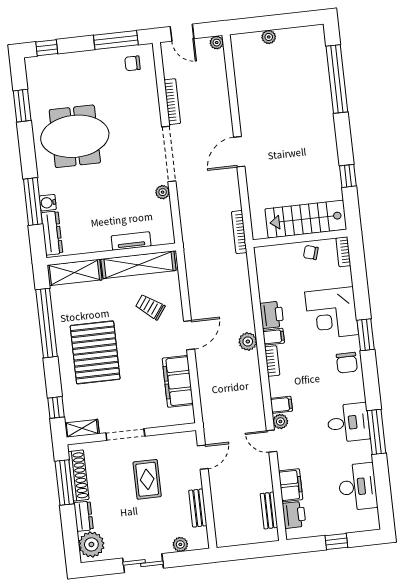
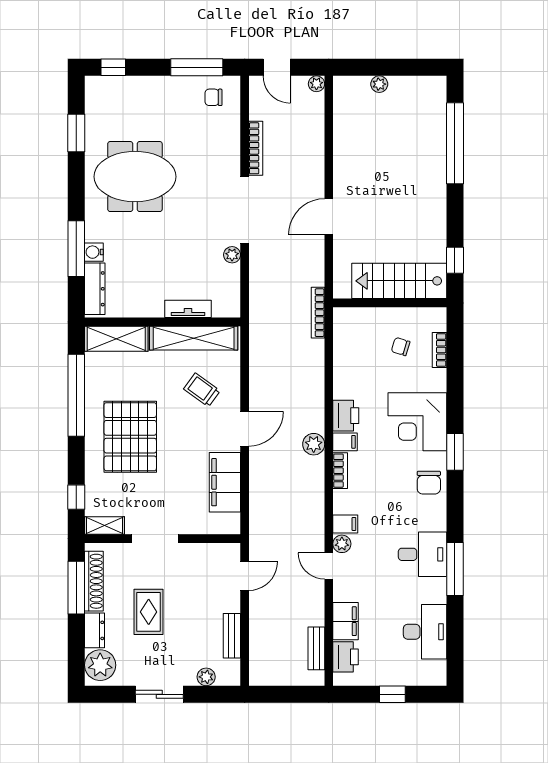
stairs: (306, 219) -> (399, 281), moved
wall: (300, 238) -> (390, 303), moved
rug: (147, 479) -> (149, 612), moved

